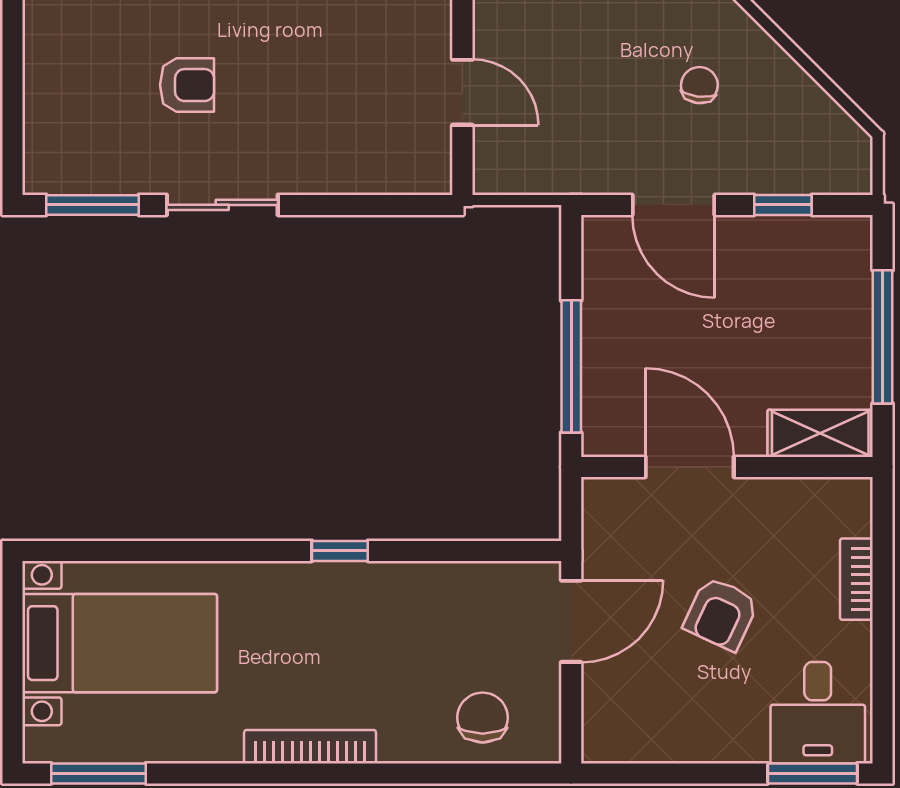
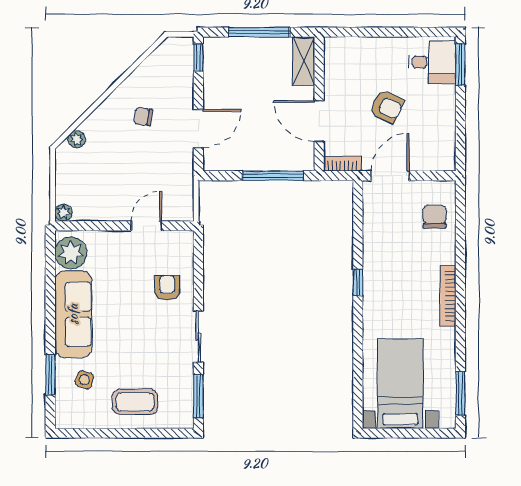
coffee table: (80, 67) -> (135, 402), added
armchair: (187, 85) -> (167, 288), moved
window: (783, 205) -> (198, 57), moved
door: (690, 467) -> (319, 121), hinge flipped
bookcase: (856, 579) -> (342, 164), moved, turned 180
door: (571, 621) -> (390, 176), hinge flipped
chair: (483, 718) -> (435, 217), turned 90

